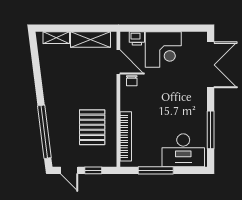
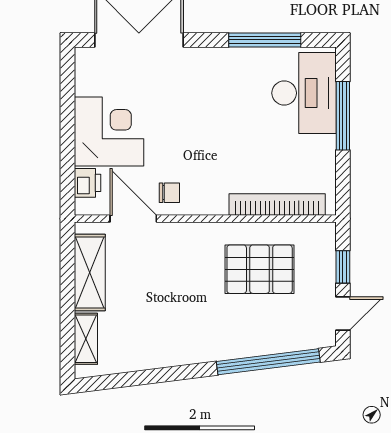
door: (118, 62) -> (133, 219), hinge flipped
window: (156, 170) -> (343, 116), moved

